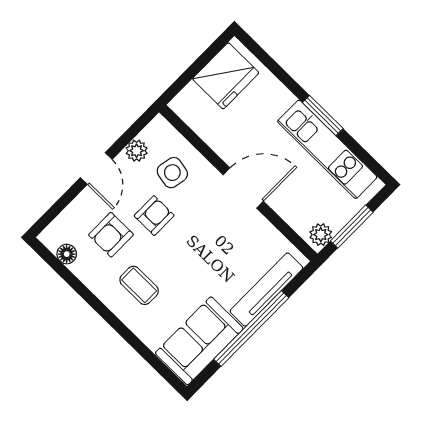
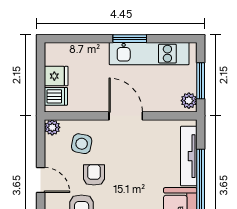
fridge: (226, 76) -> (56, 76), width x0.53, depth x0.75
dishwasher: (193, 101) -> (56, 96), added
plant: (137, 151) -> (52, 127), moved
door: (243, 188) -> (126, 116), hinge flipped

